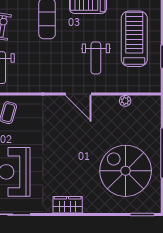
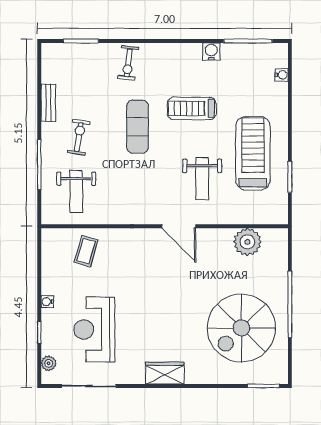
plant: (125, 101) -> (247, 242), width x1.88, depth x1.88
spiral stairs: (126, 171) -> (241, 328), turned -90

